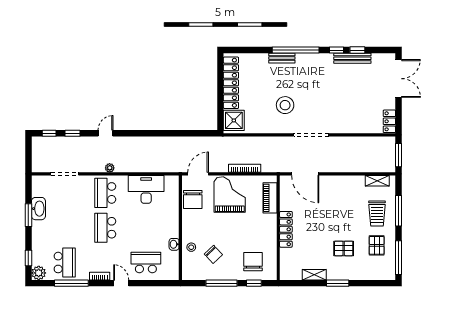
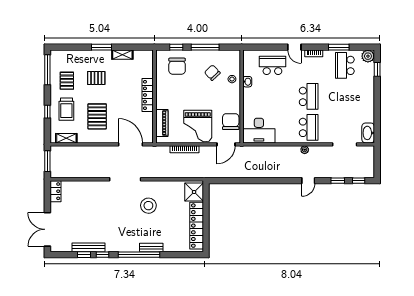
desk: (146, 189) -> (259, 131), moved
pallet: (343, 205) -> (97, 116), added
washbasin: (38, 209) -> (368, 133), moved
window: (398, 211) -> (47, 112), width x0.46
trolley: (377, 213) -> (66, 109), turned 180
window: (28, 215) -> (377, 108), removed
school desk: (146, 263) -> (272, 65), turned 180
window: (71, 283) -> (339, 47), width x0.69

